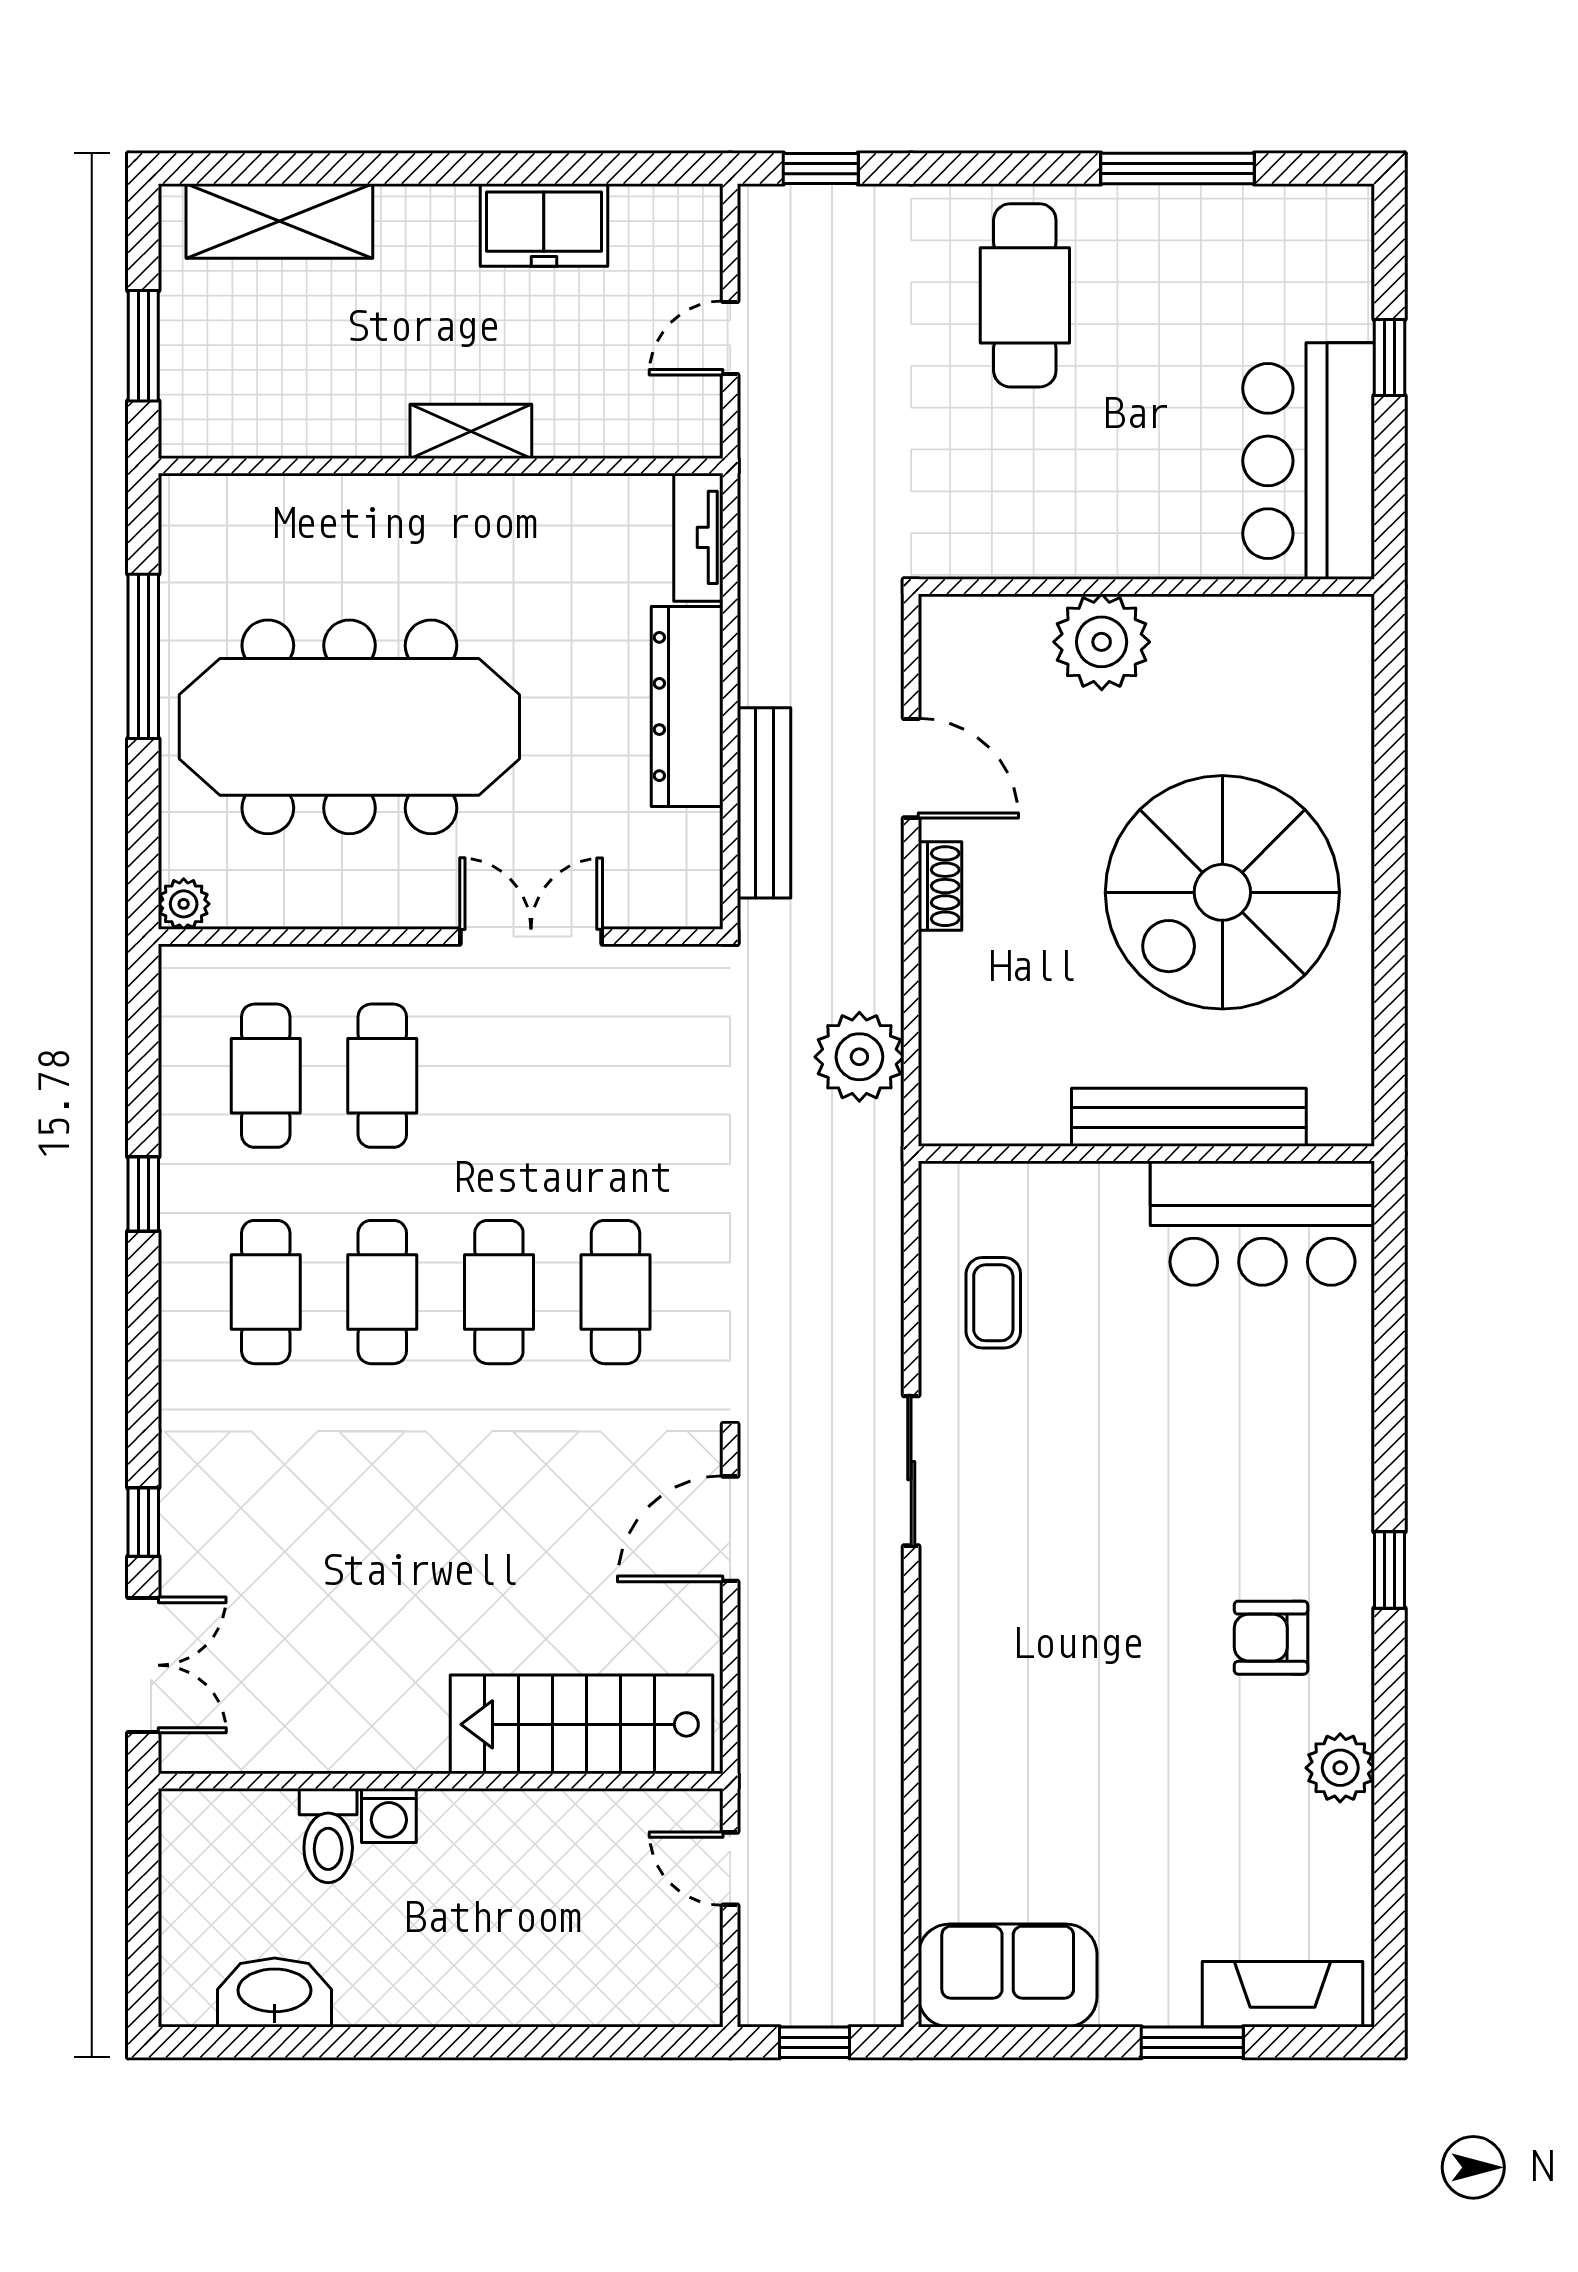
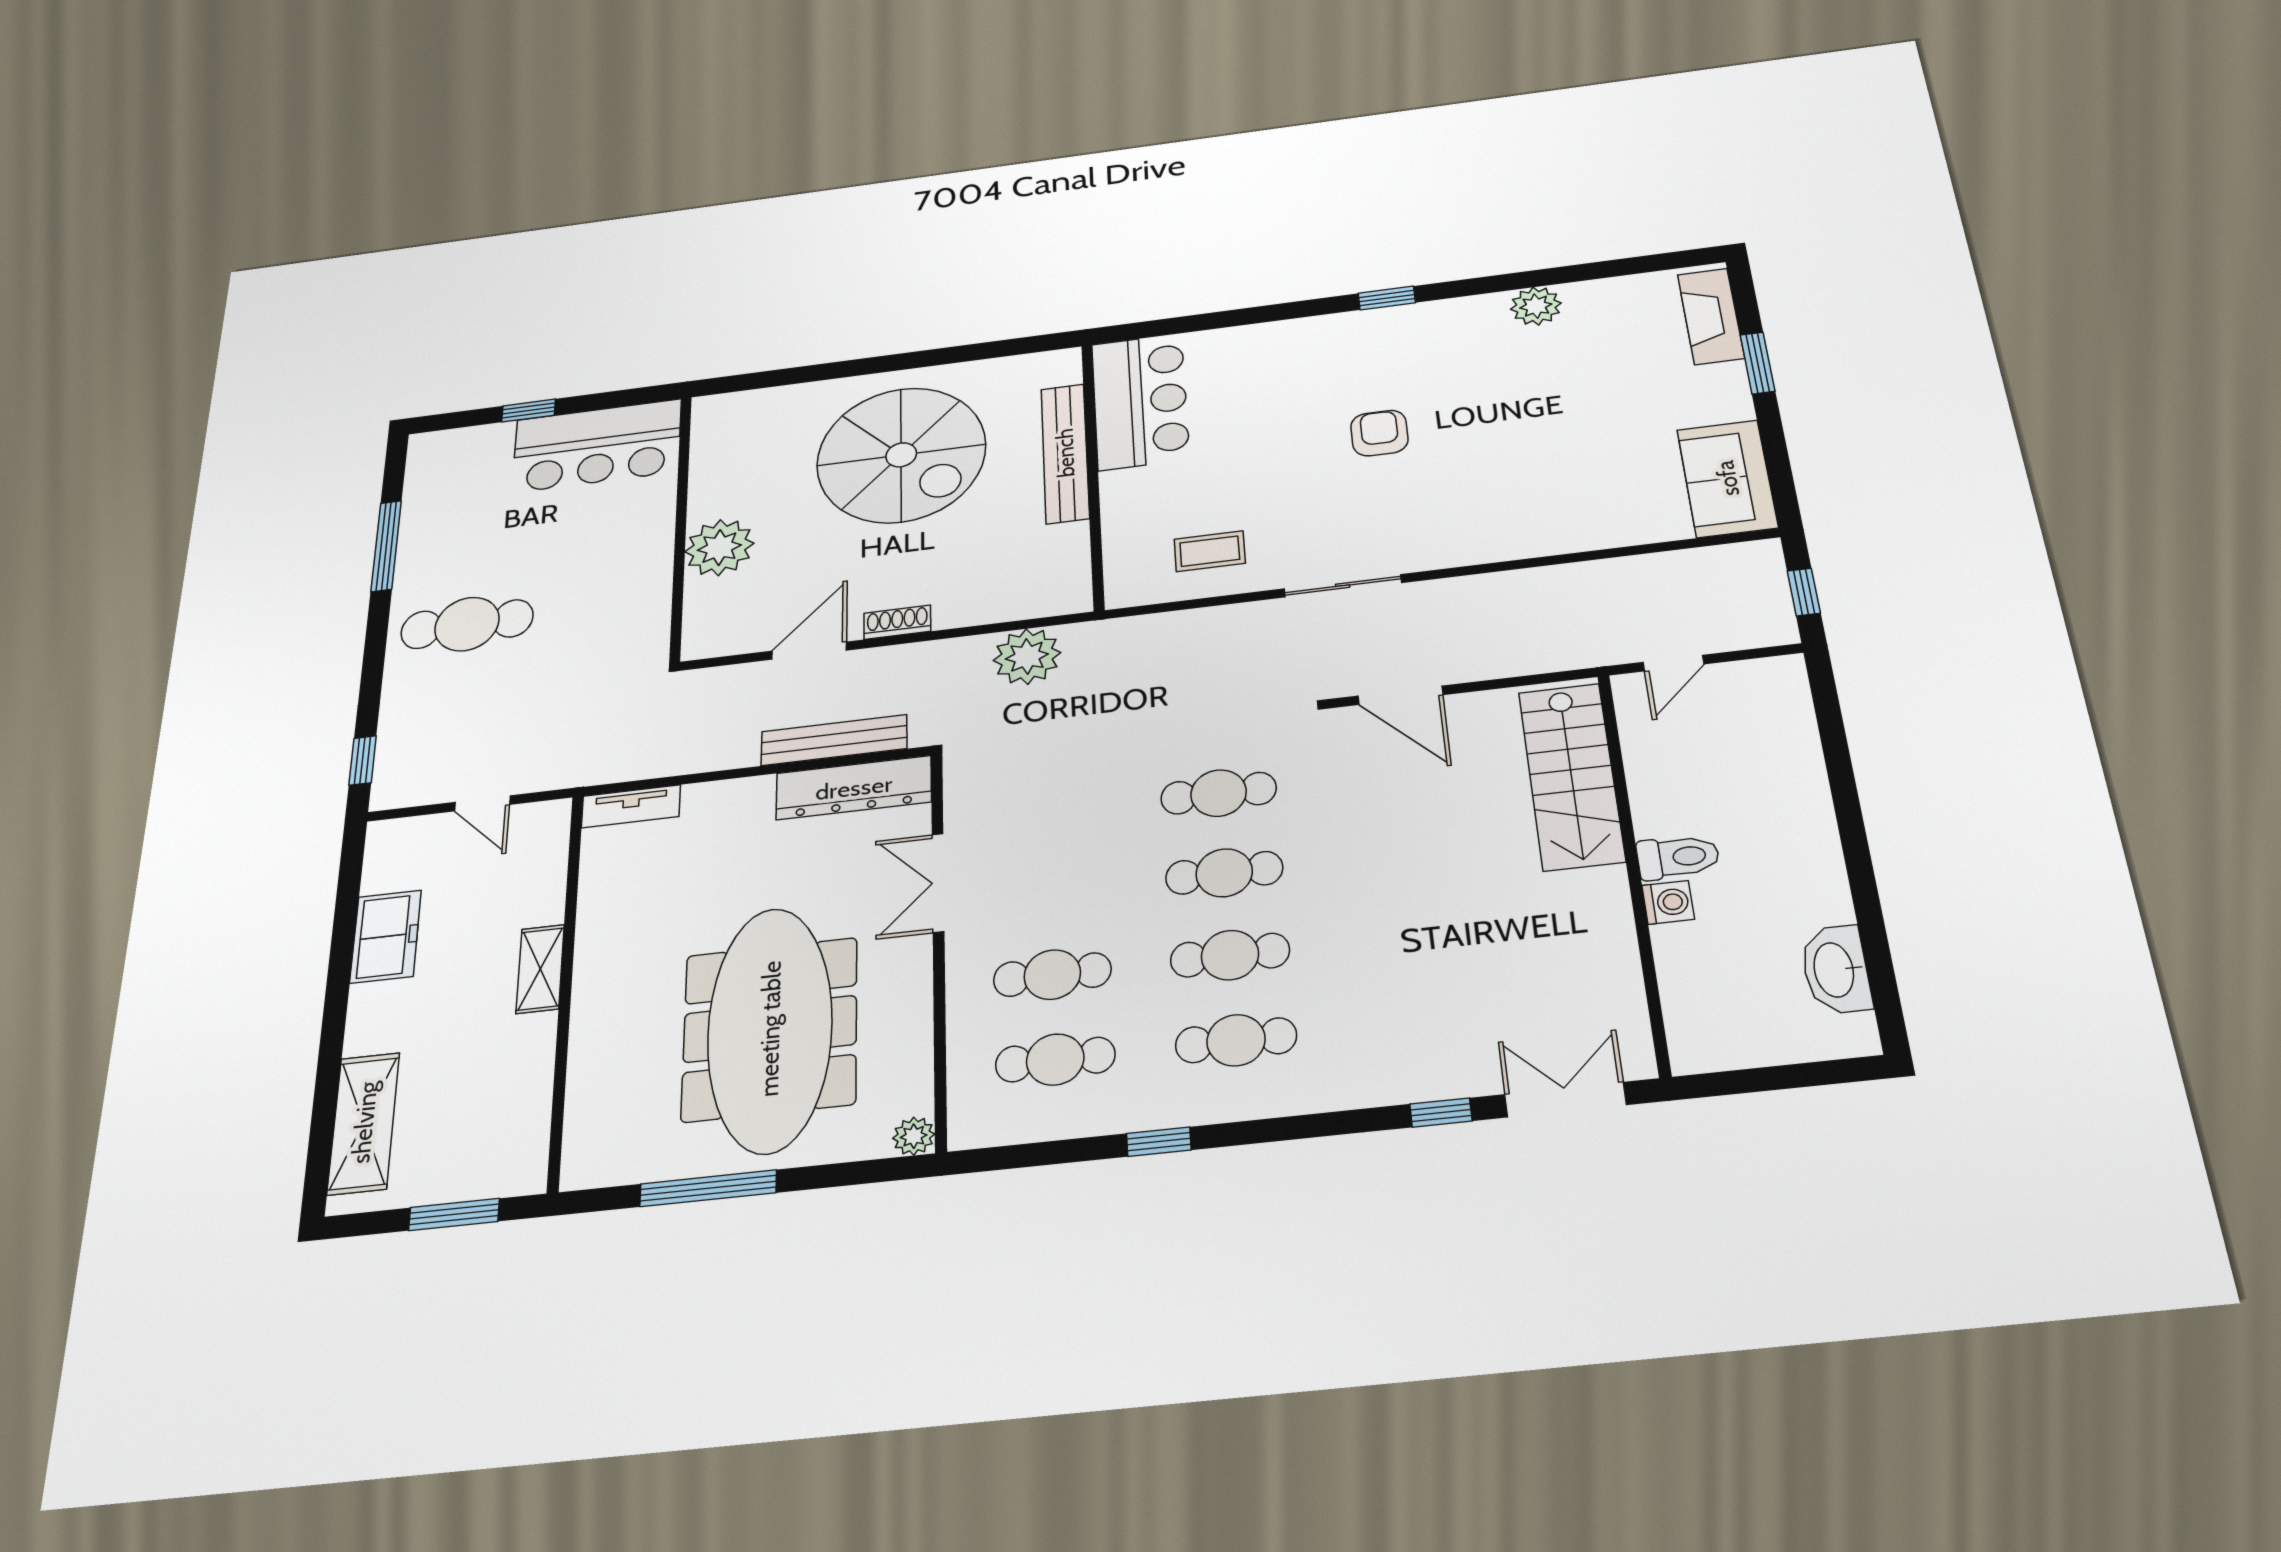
dresser: (687, 706) -> (854, 788), moved
armchair: (1271, 1638) -> (1379, 433), moved, turned 180
toilet: (328, 1836) -> (1678, 857), moved

